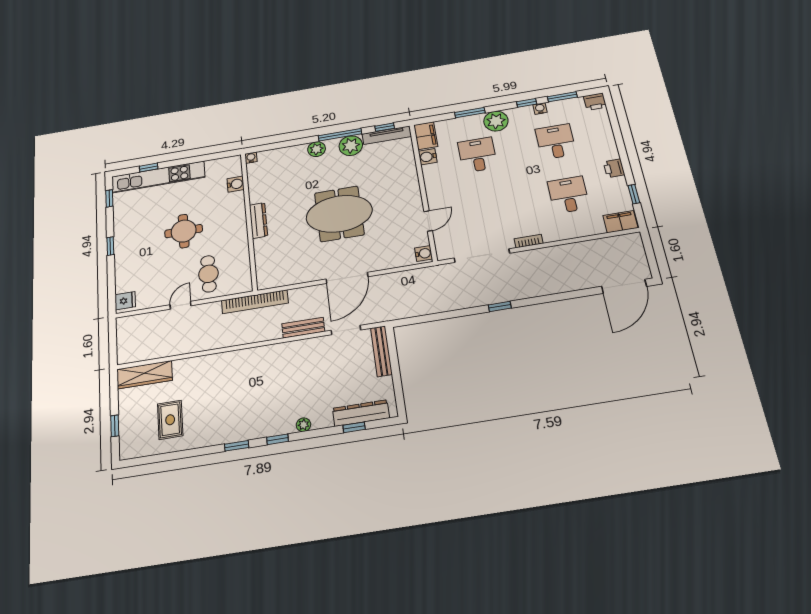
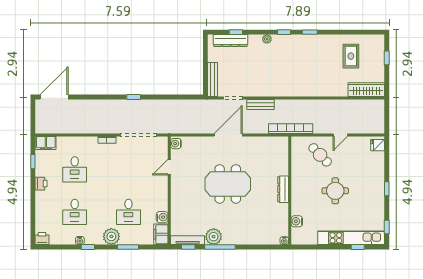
window: (562, 97) -> (63, 247), removed
plant: (317, 149) -> (238, 239), removed
cafe table: (208, 274) -> (320, 155), turned -44

